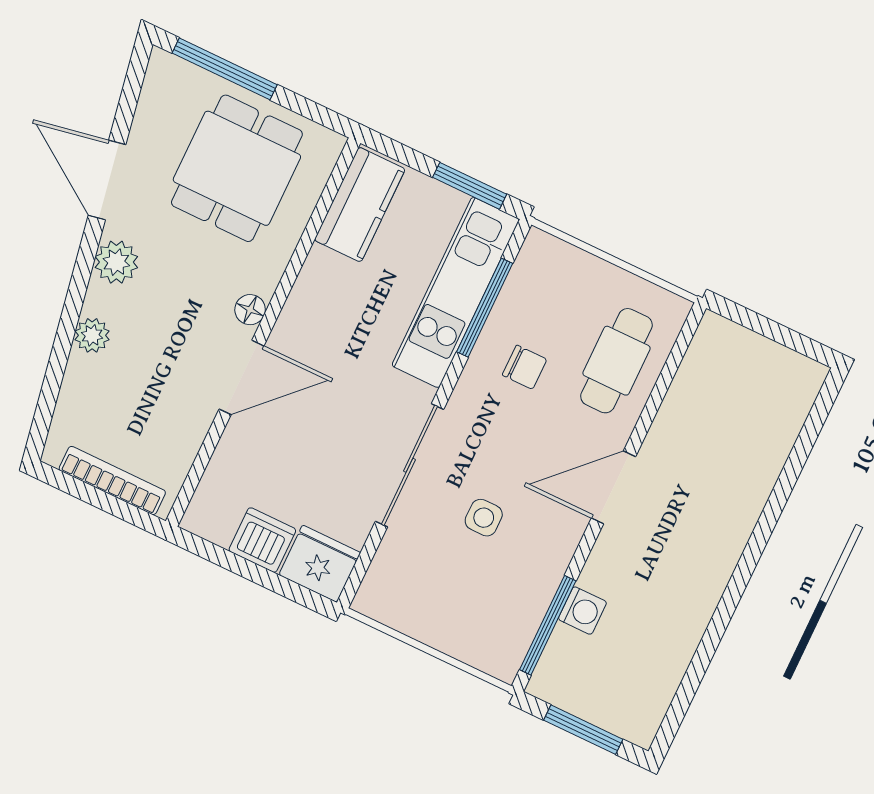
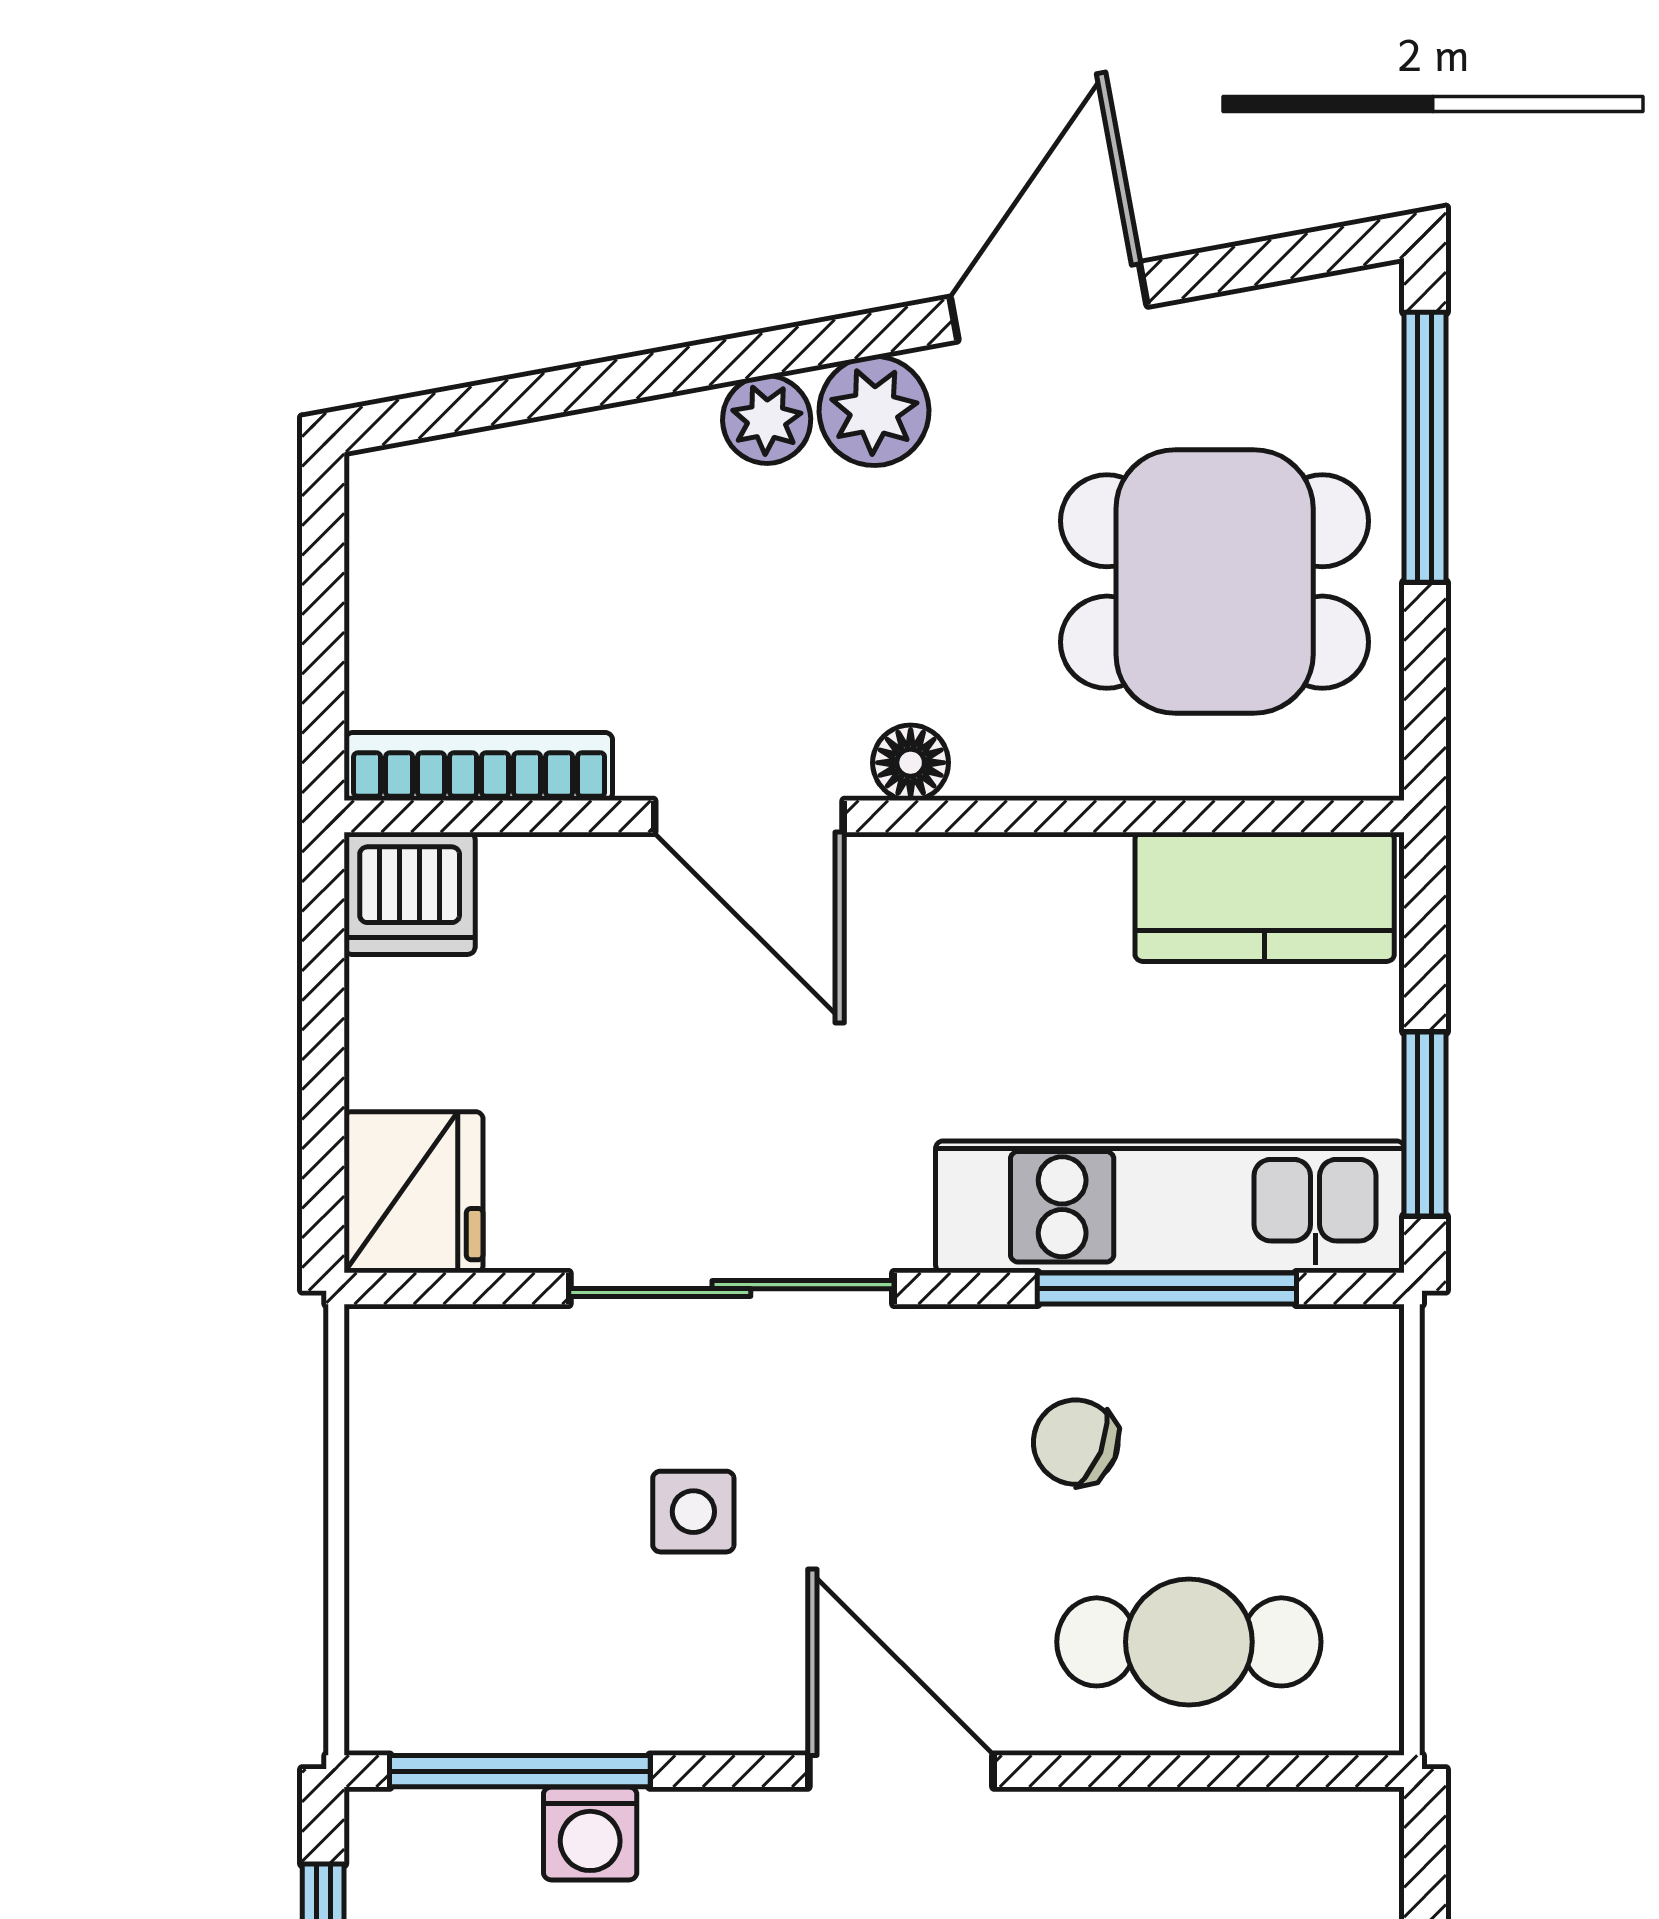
plant: (92, 335) -> (767, 420), moved
chair: (525, 367) -> (1076, 1442), turned 112
bookcase: (112, 481) -> (479, 766), moved, turned -90
dishwasher: (262, 540) -> (410, 893), moved, turned 90

